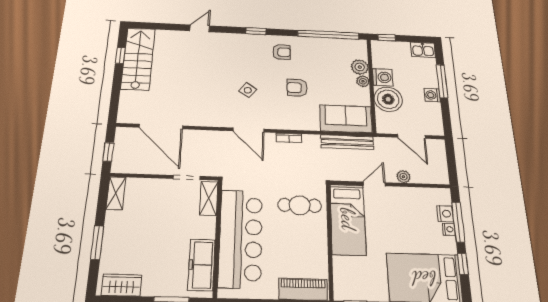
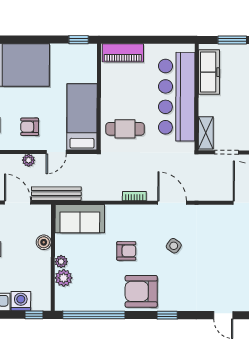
door: (200, 28) -> (223, 315), hinge flipped
armchair: (282, 52) -> (141, 291), width x1.88, depth x1.88
washing machine: (383, 77) -> (21, 301), moved, turned 90
boiler: (388, 99) -> (44, 242), width x0.54, depth x0.54
bench: (347, 142) -> (56, 194), moved
armchair: (405, 211) -> (30, 127), added

